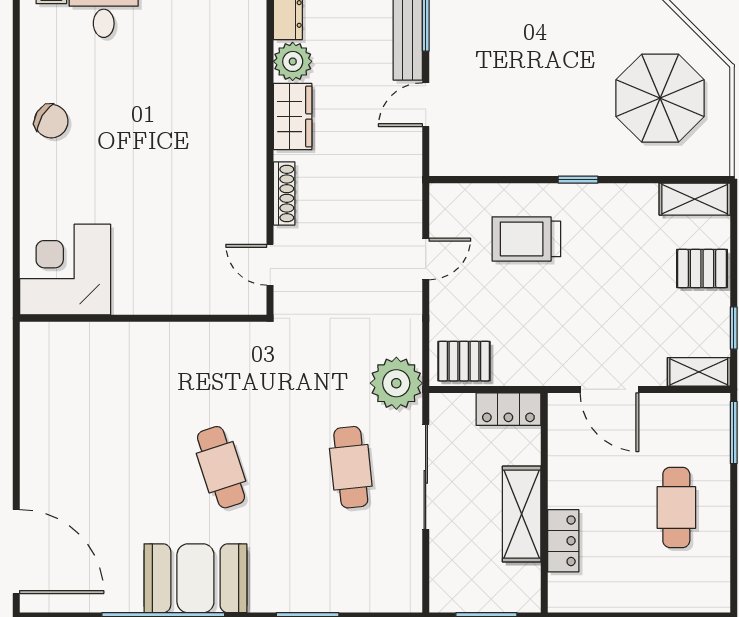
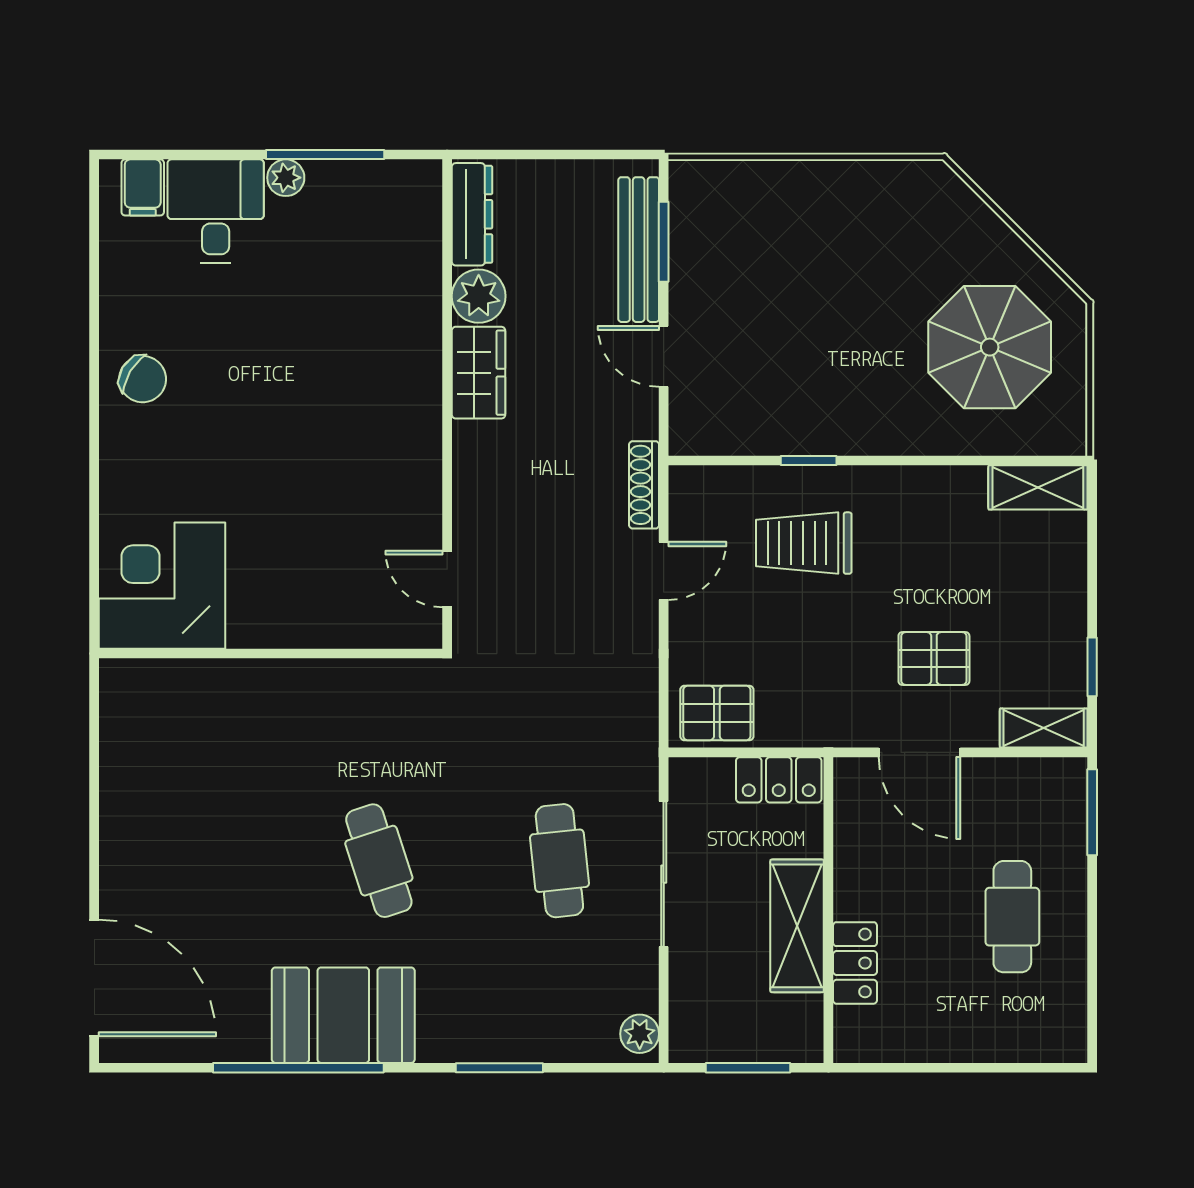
door: (426, 105) -> (664, 356), hinge flipped
window: (578, 180) -> (809, 461), moved
shoe rack: (284, 193) -> (644, 485), moved, turned 180
pallet: (702, 269) -> (934, 659), moved
plant: (396, 383) -> (640, 1034), moved, width x0.53, depth x0.53

